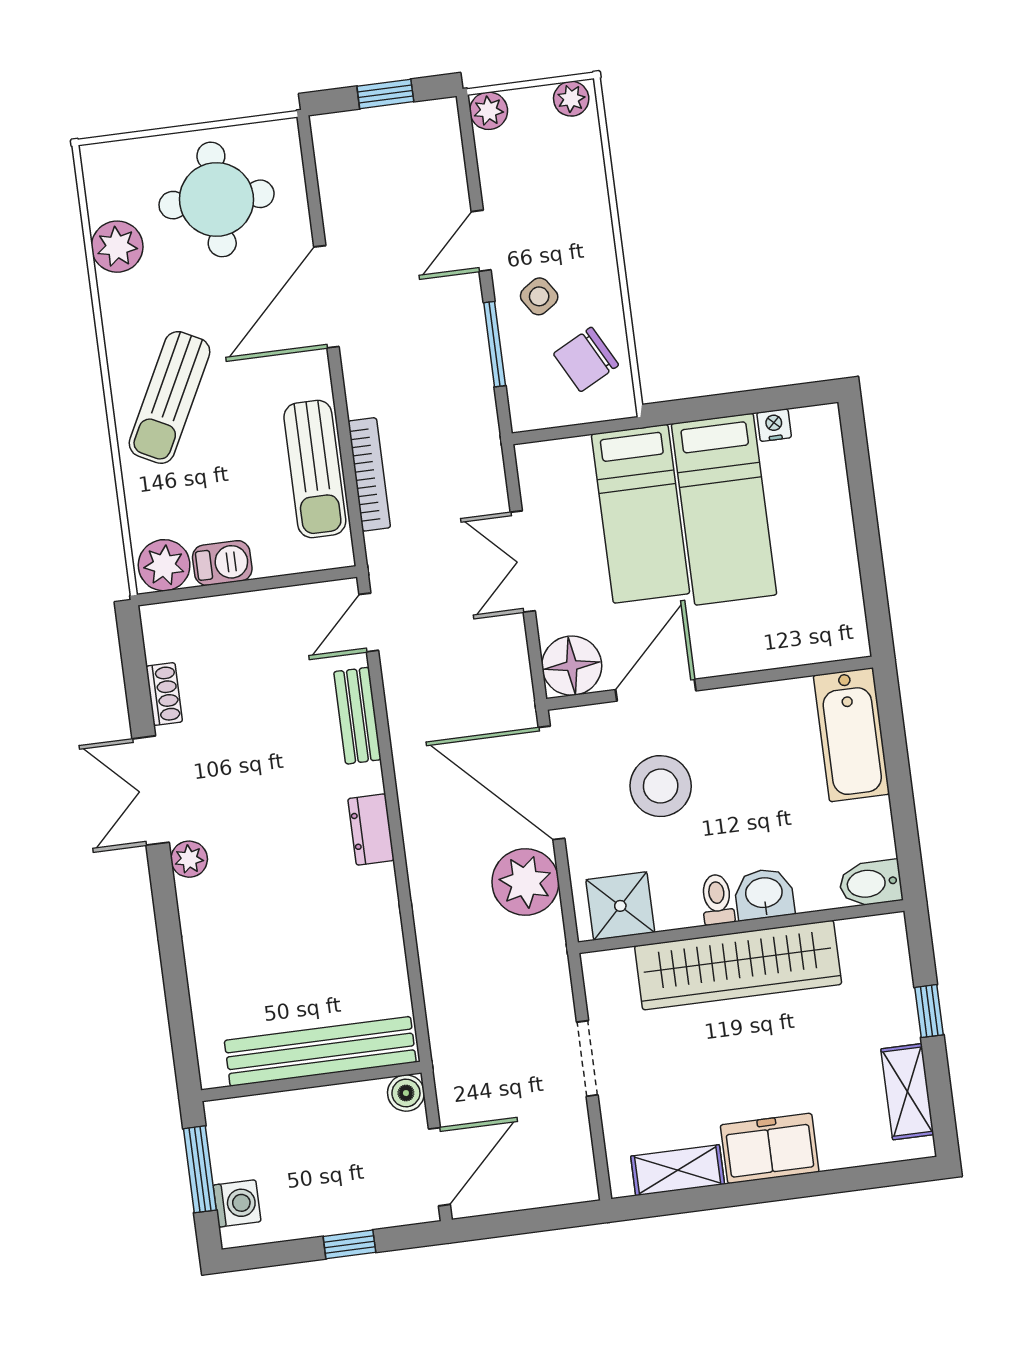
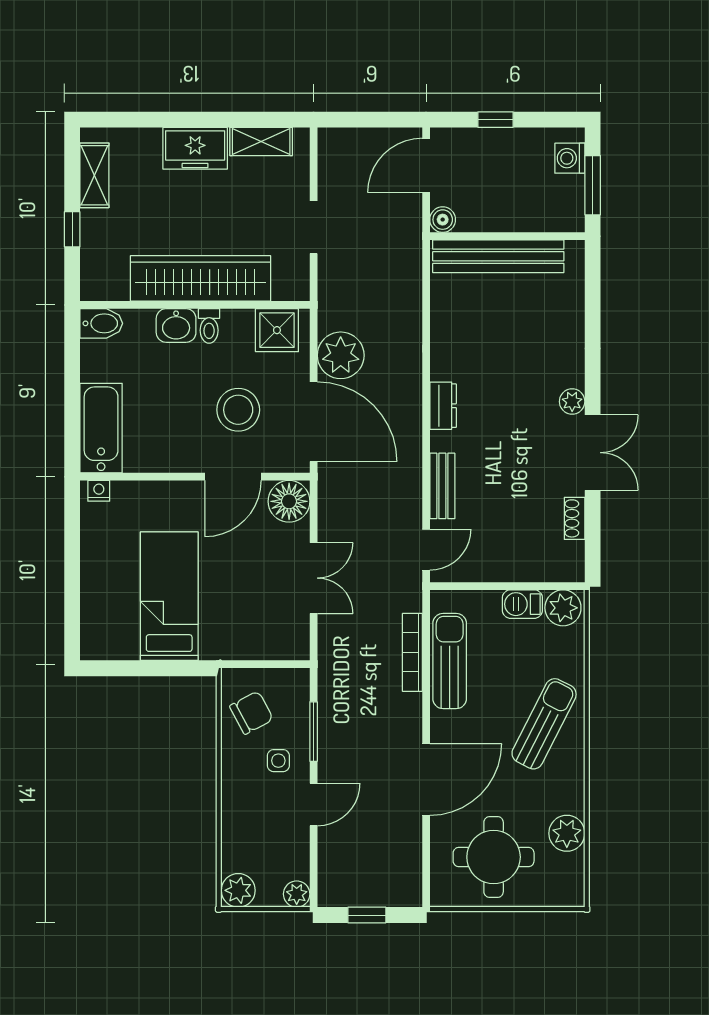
plant: (571, 99) -> (238, 890), width x1.38, depth x1.38
side table: (539, 296) -> (278, 761), turned 34
nightstand: (774, 425) -> (99, 491), moved, turned 180
bed: (641, 514) -> (228, 601), removed

